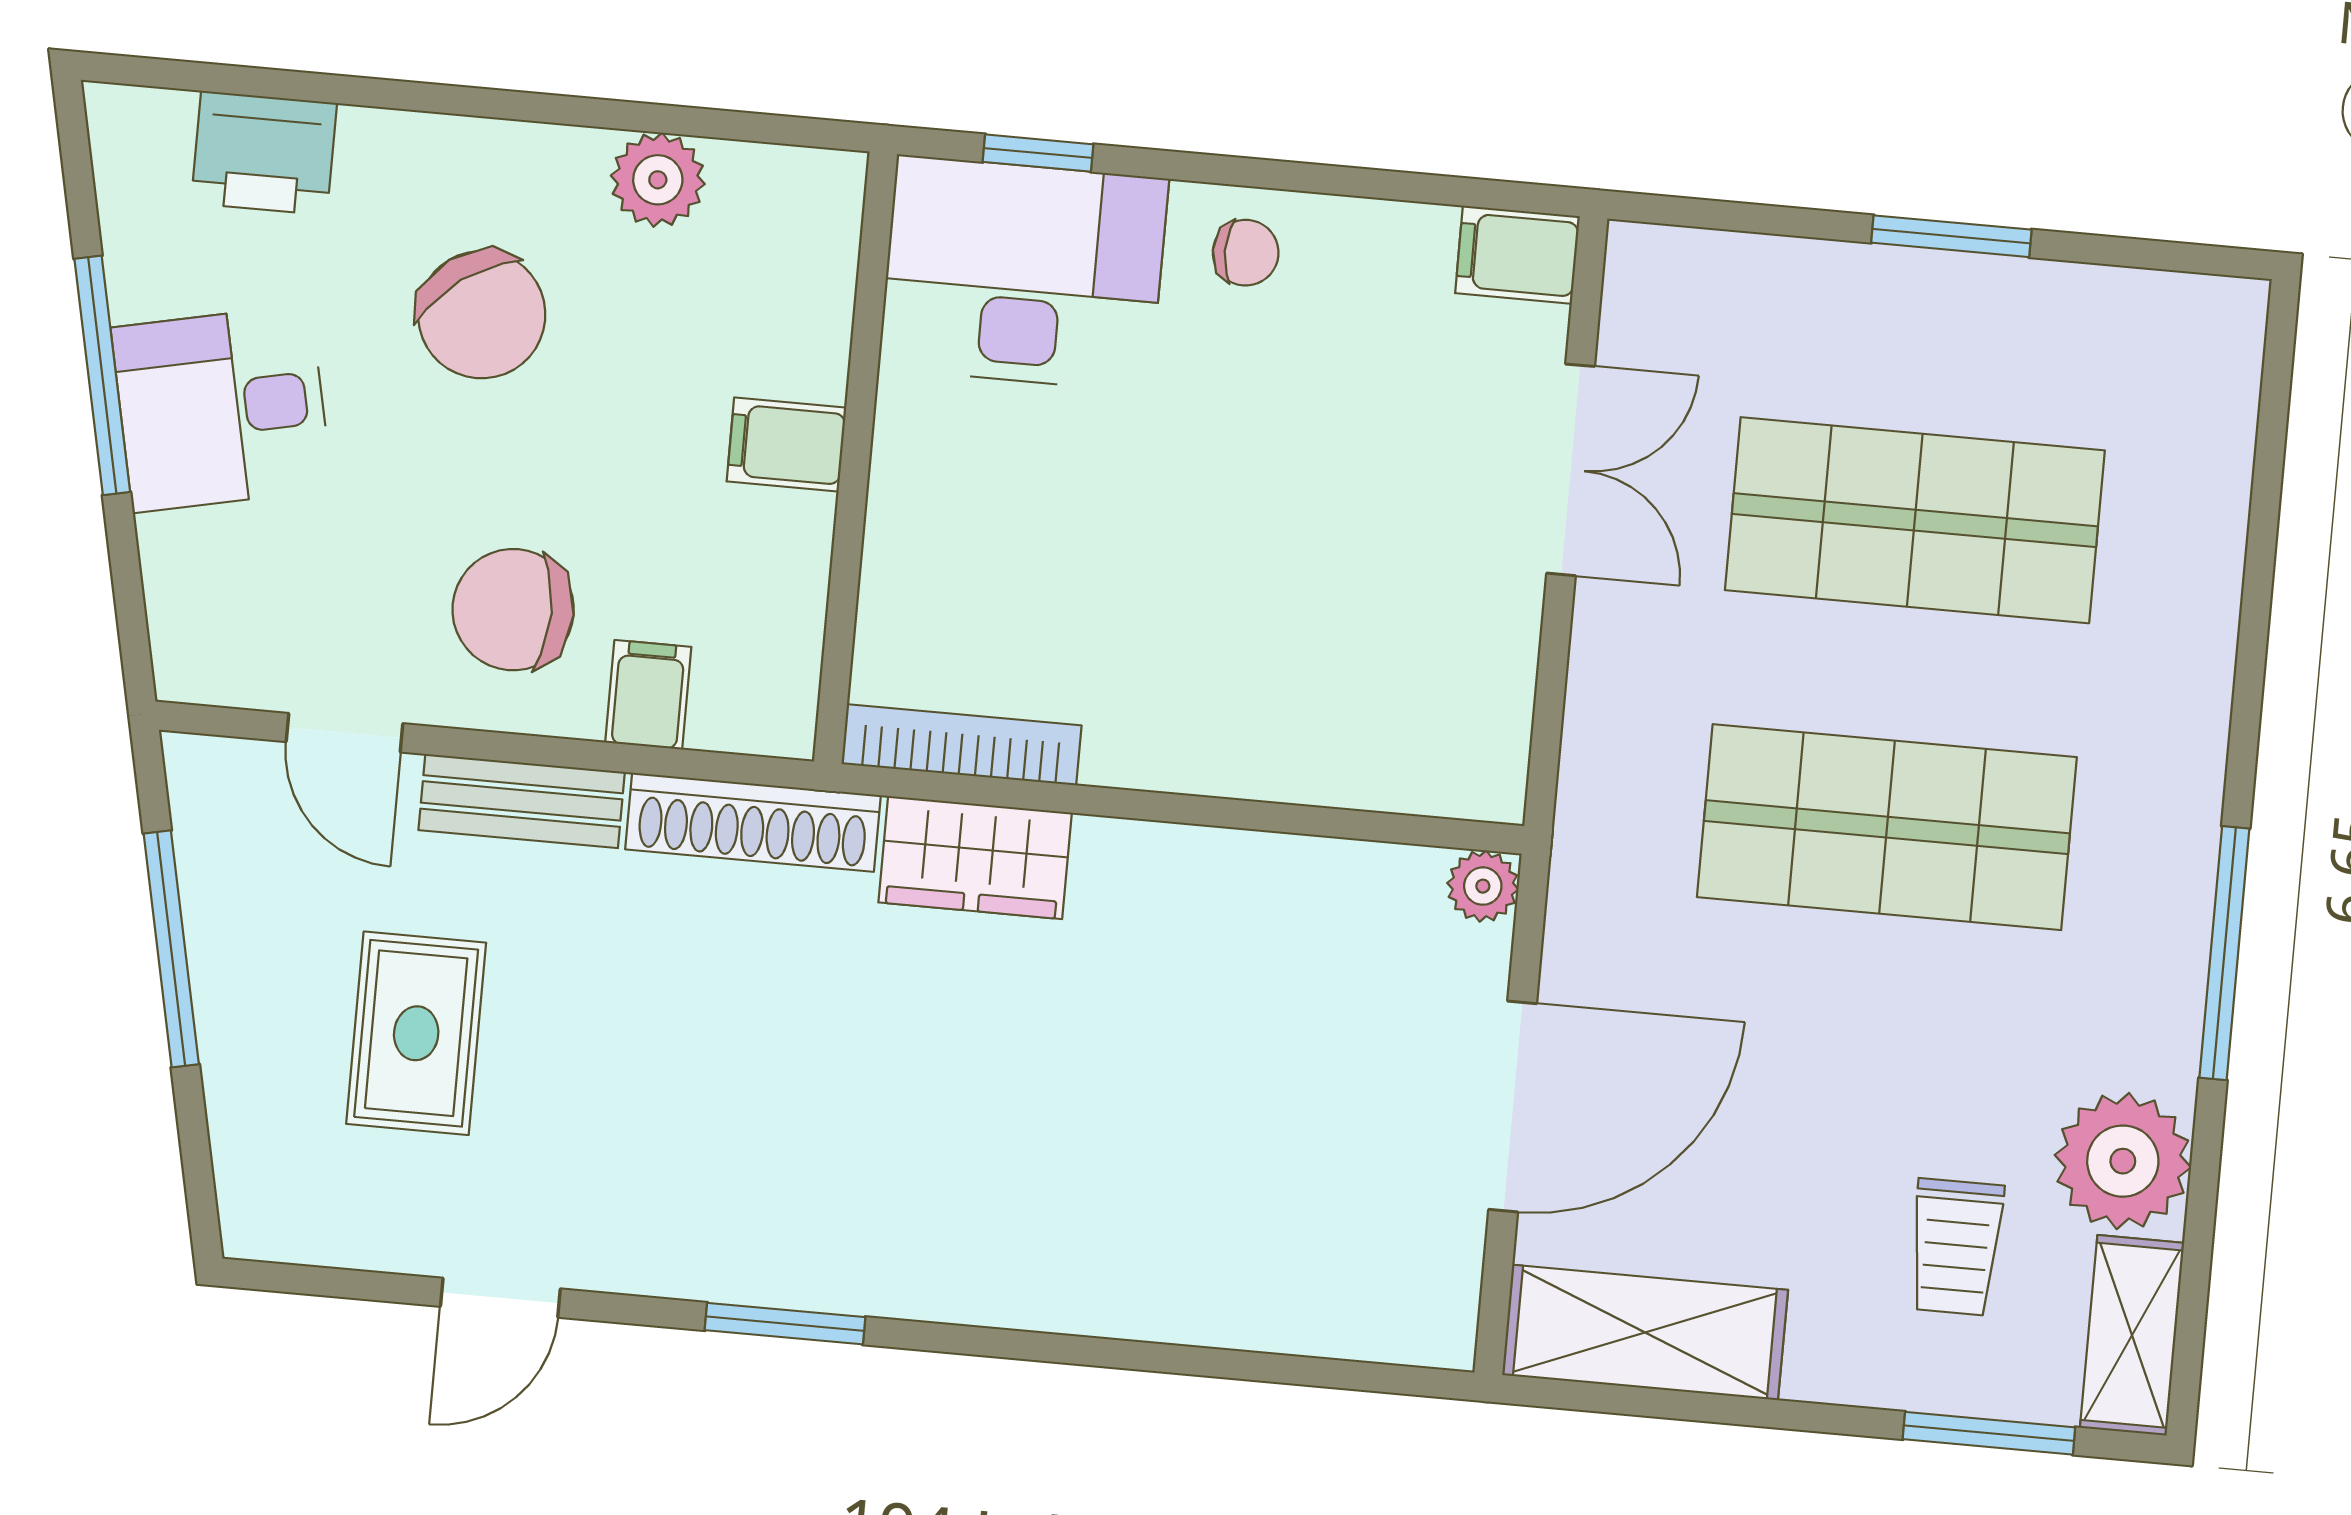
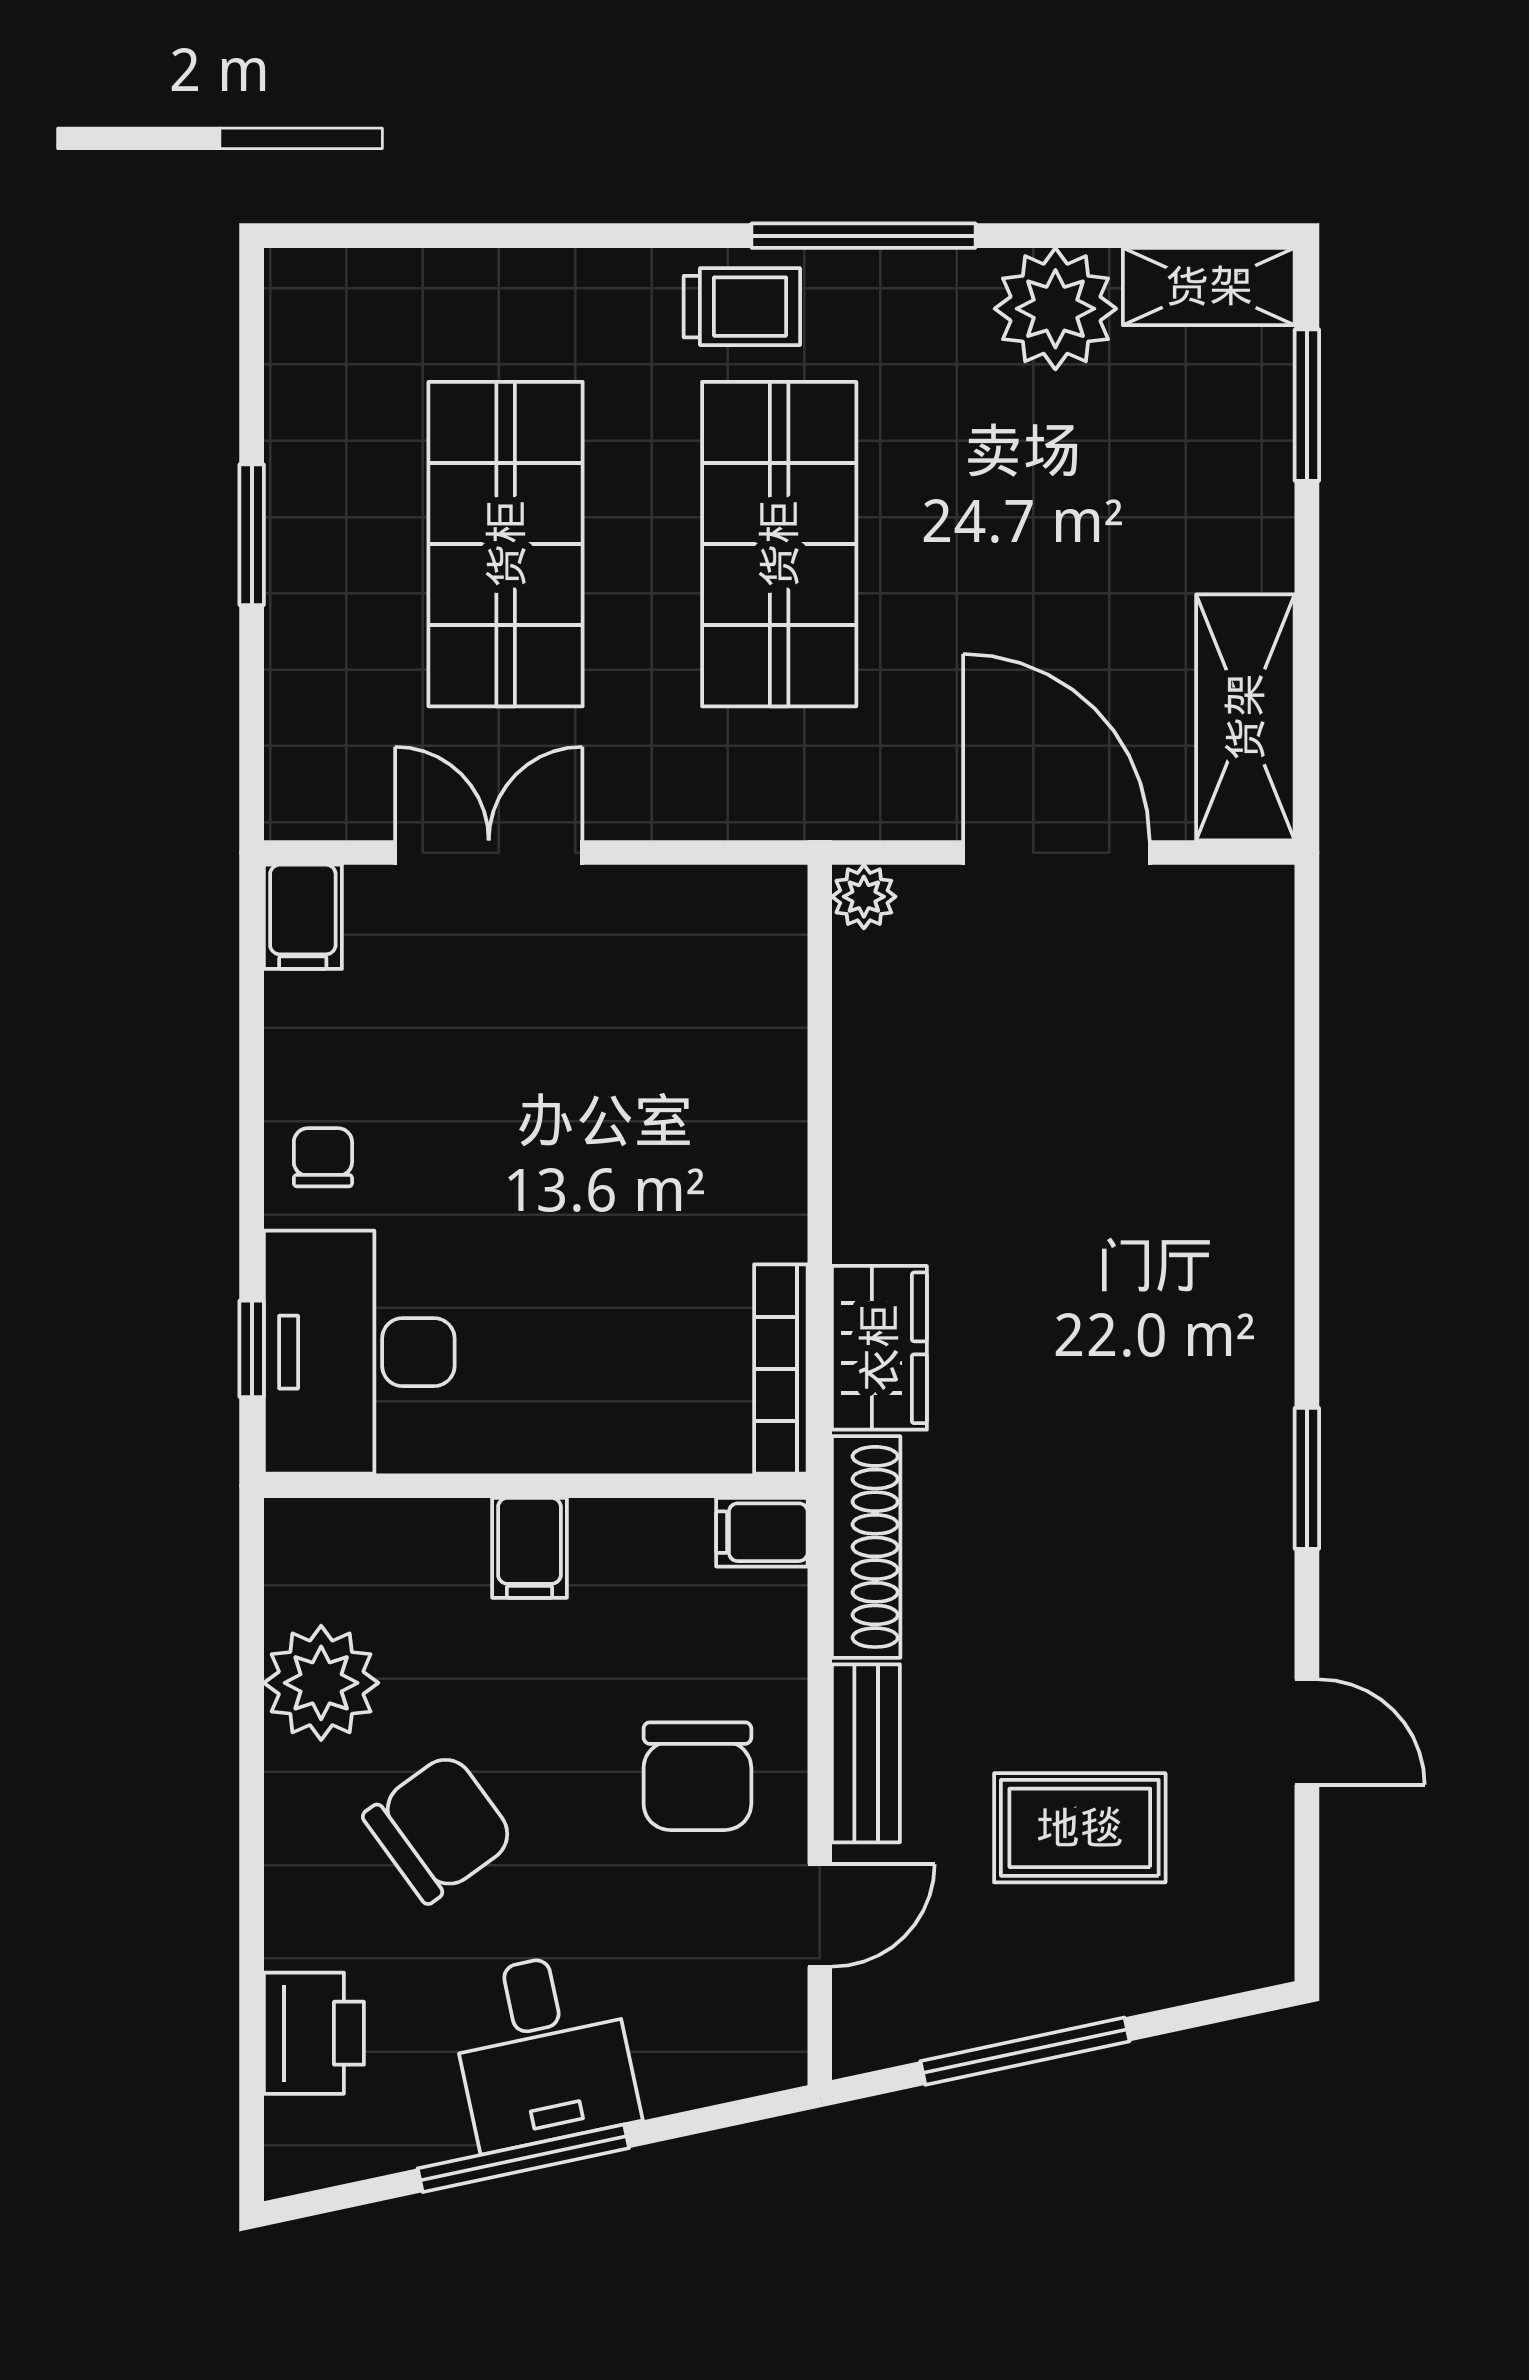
plant: (658, 180) -> (321, 1683), width x1.36, depth x1.36
filing cabinet: (648, 695) -> (762, 1532), moved
trolley: (1956, 1247) -> (742, 307), moved

